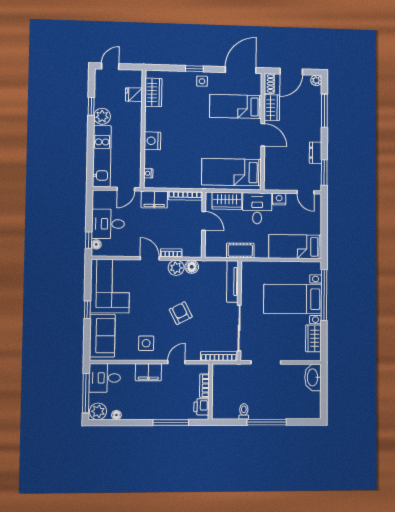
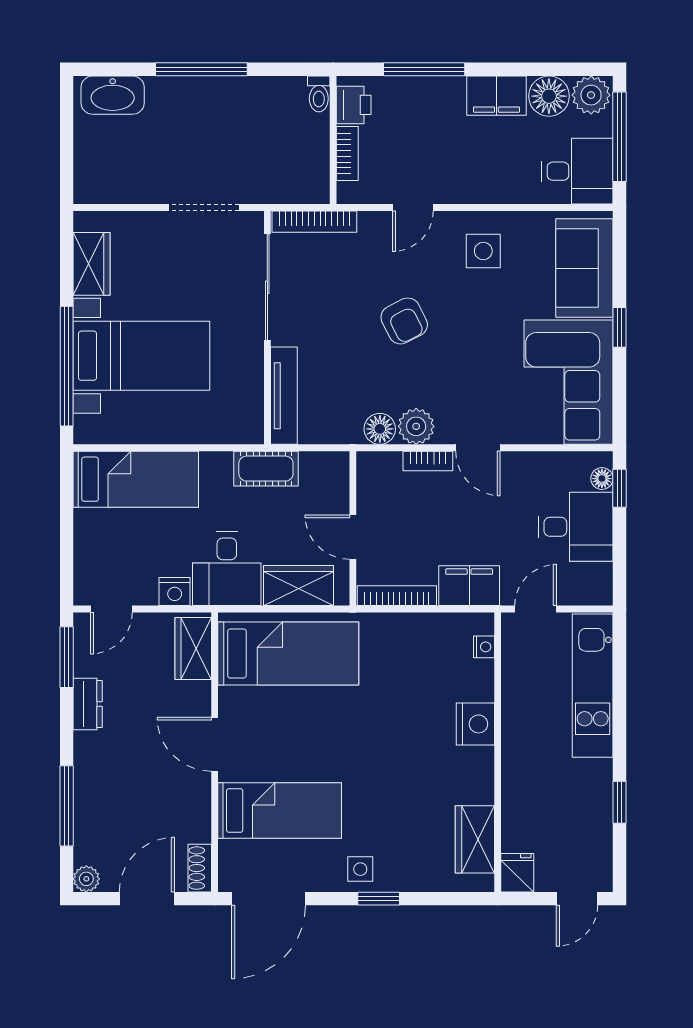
fridge: (134, 95) -> (517, 873), moved, turned -90
wardrobe: (272, 108) -> (193, 649), moved
plant: (102, 116) -> (594, 779), removed
door: (306, 192) -> (111, 609), swing flipped
filing cabinet: (148, 372) -> (496, 96), moved, turned 180
washbasin: (313, 377) -> (113, 95), moved, turned 90
toilet: (244, 412) -> (319, 94), moved
floor lamp: (116, 415) -> (549, 96), width x1.89, depth x1.89

